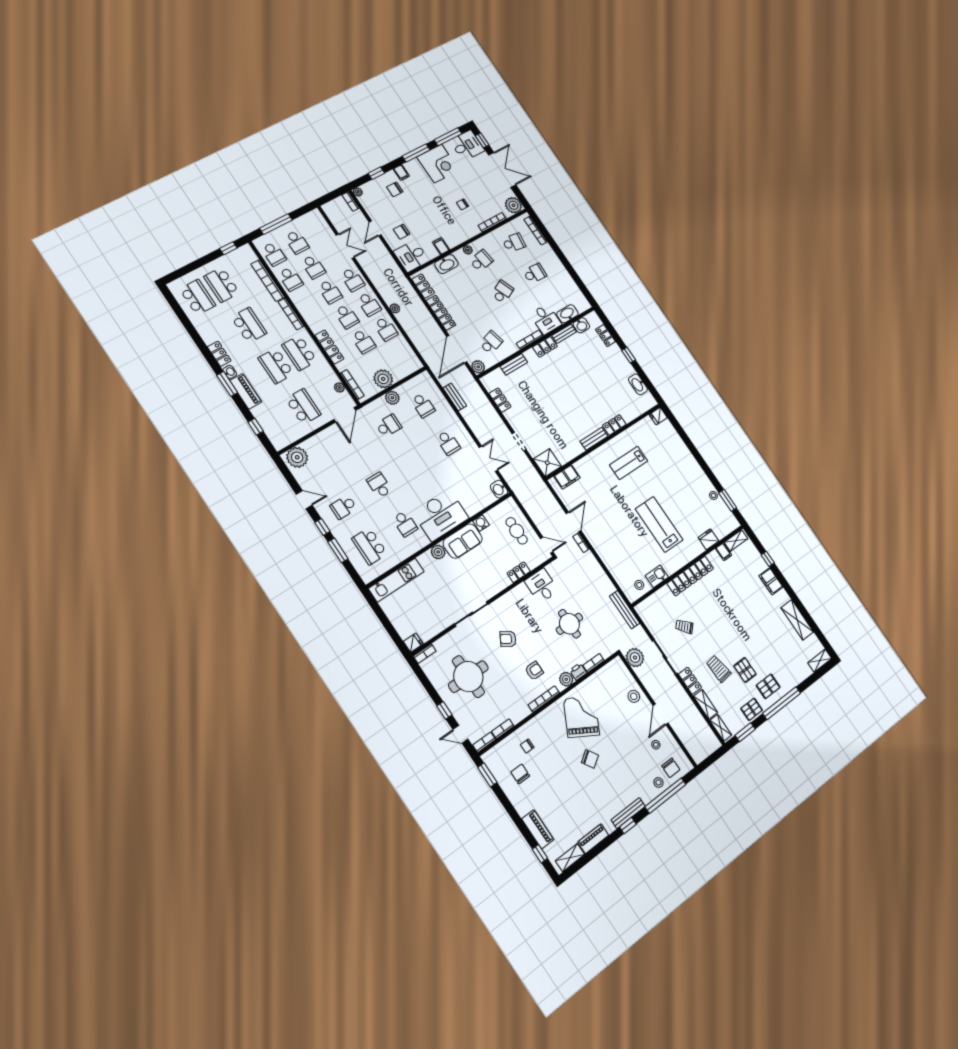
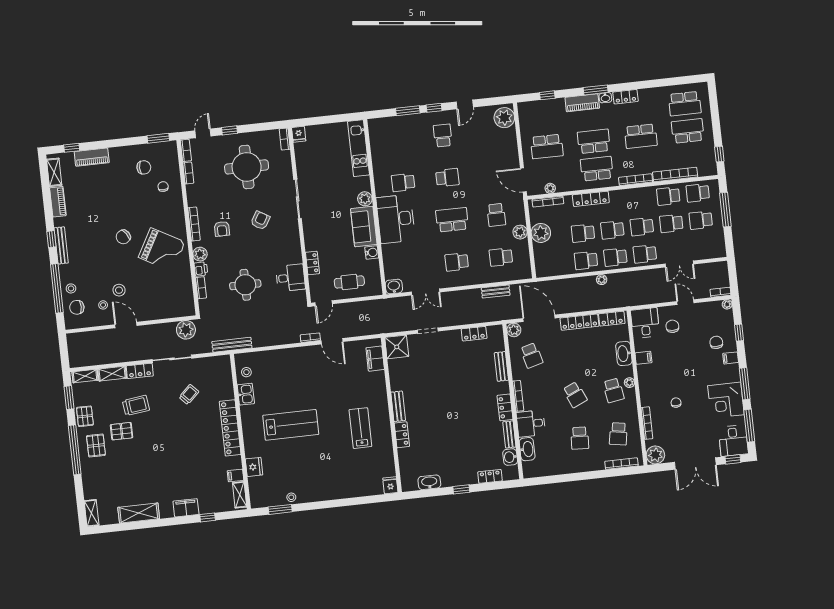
school desk: (370, 546) -> (452, 220), moved
stool: (634, 696) -> (119, 290), moved

